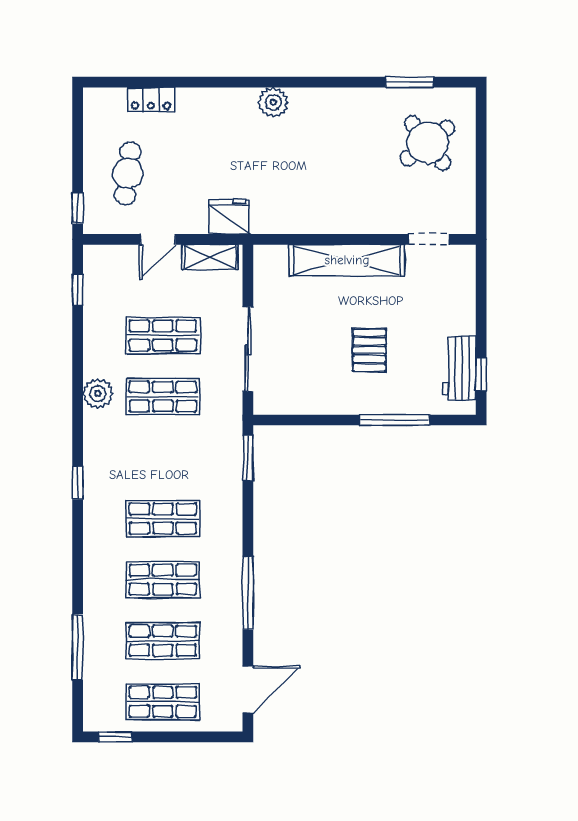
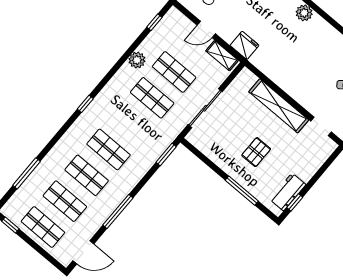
plant: (98, 394) -> (137, 60), moved

